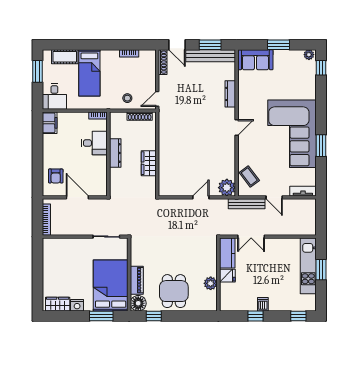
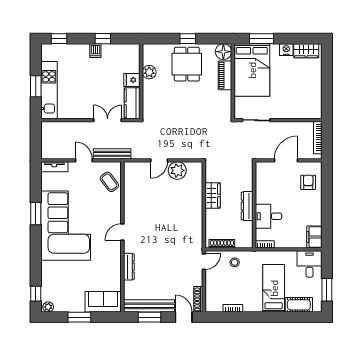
plant: (227, 188) -> (177, 170), moved
door: (77, 197) -> (286, 160), swing flipped
window: (154, 316) -> (188, 39), moved

